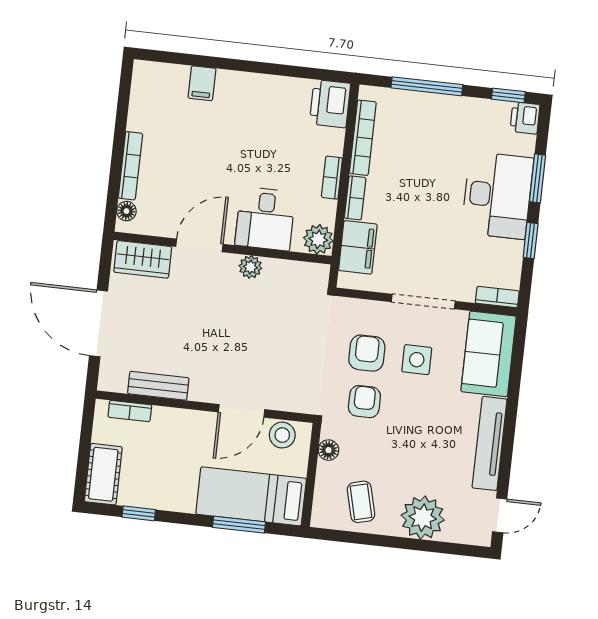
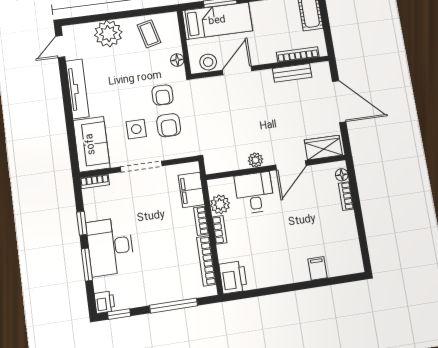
bookcase: (130, 166) -> (346, 196), width x0.64
plant: (318, 239) -> (220, 204), moved
bookcase: (130, 411) -> (298, 54), width x1.56

